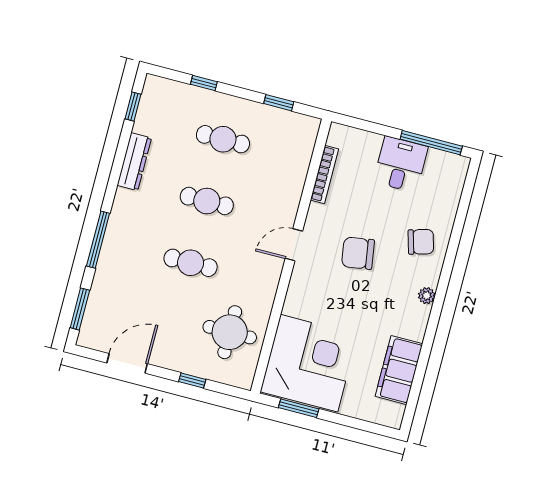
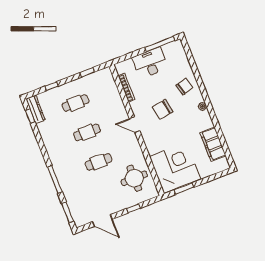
dresser: (134, 162) -> (36, 109), moved
desk: (401, 164) -> (150, 63), width x1.37
door: (294, 245) -> (135, 125), hinge flipped
door: (127, 363) -> (102, 220), swing flipped

